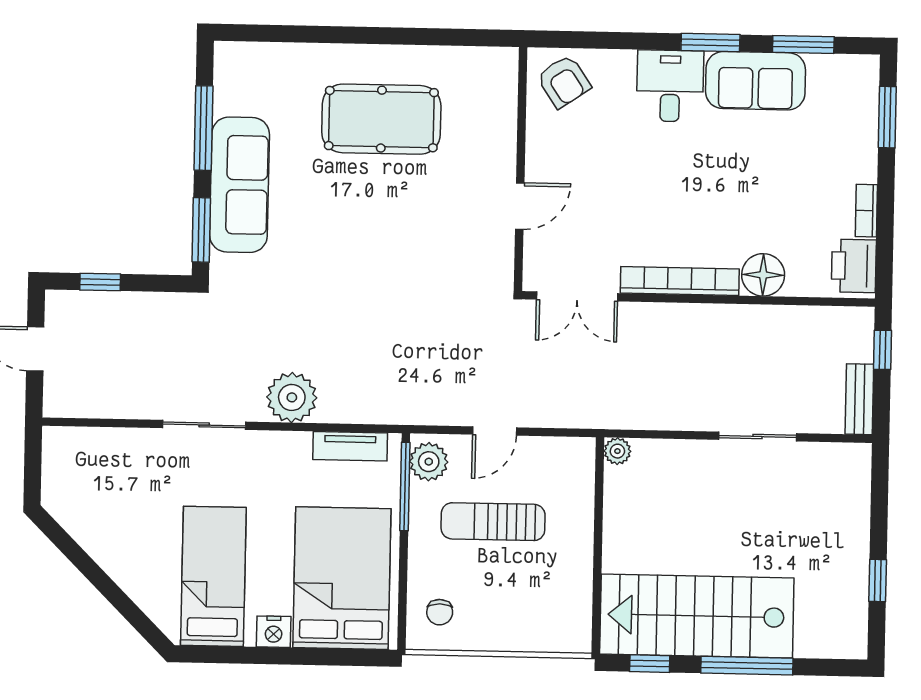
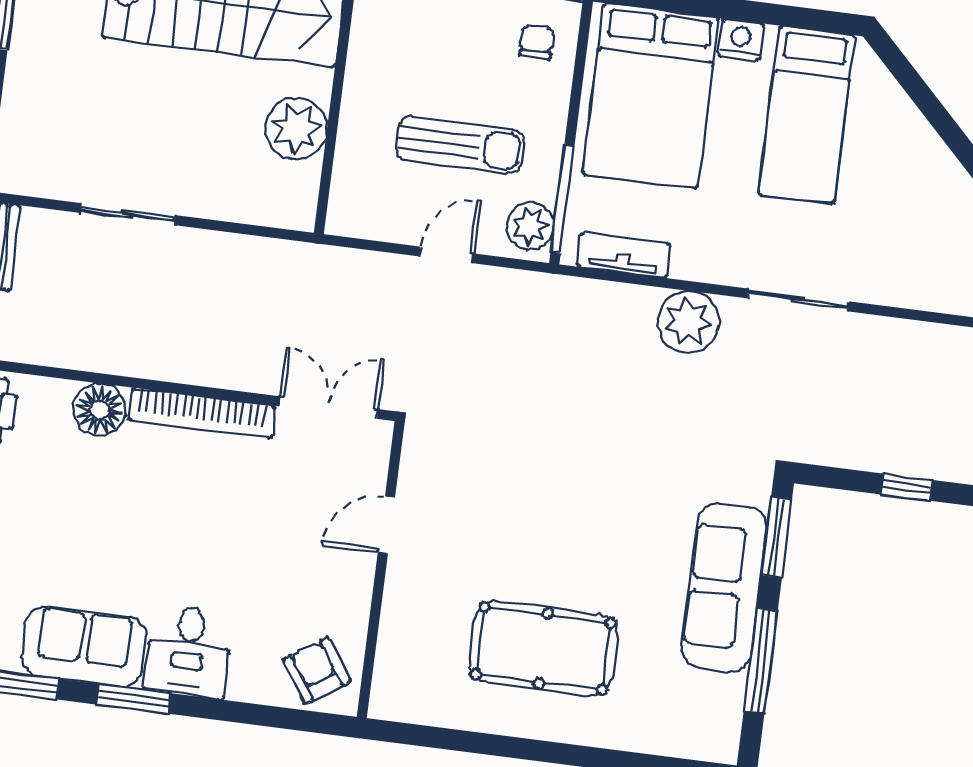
plant: (617, 451) -> (296, 128), moved, width x1.87, depth x1.87

